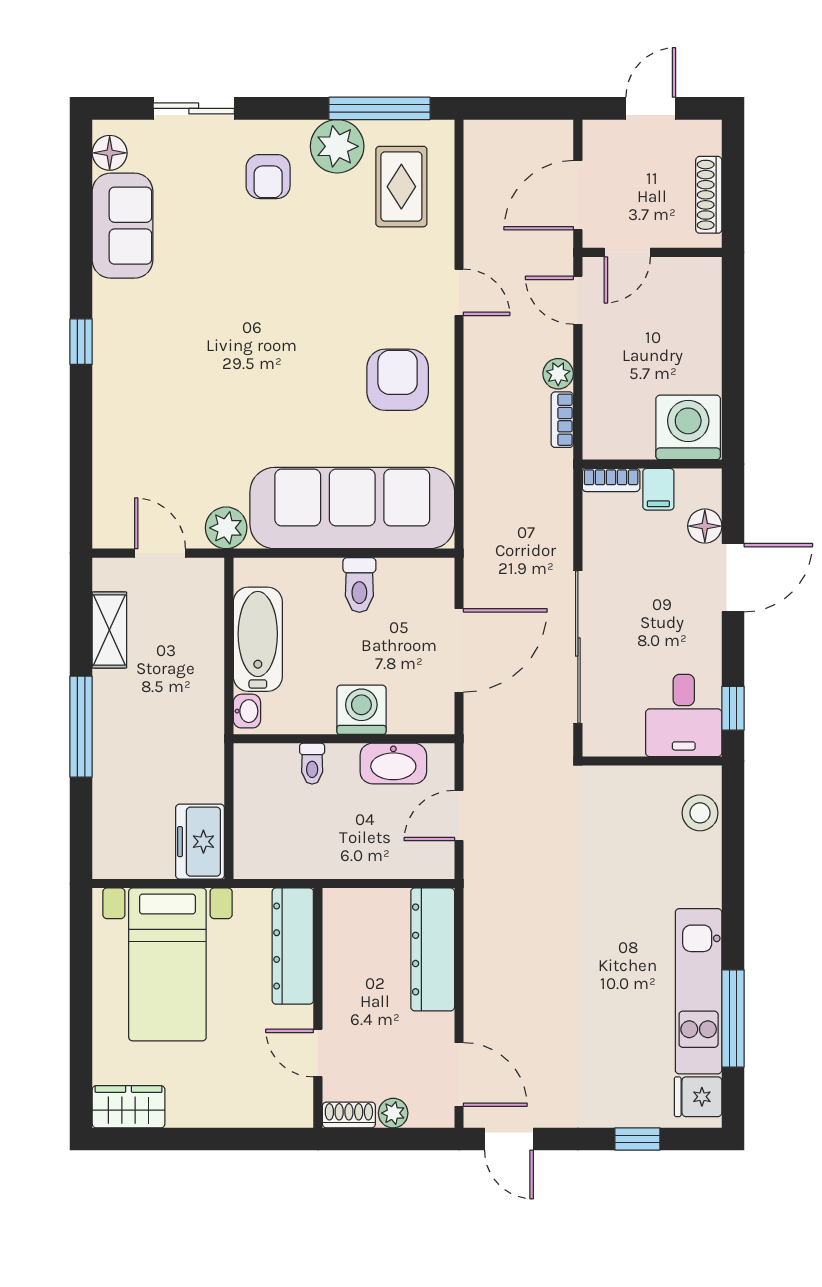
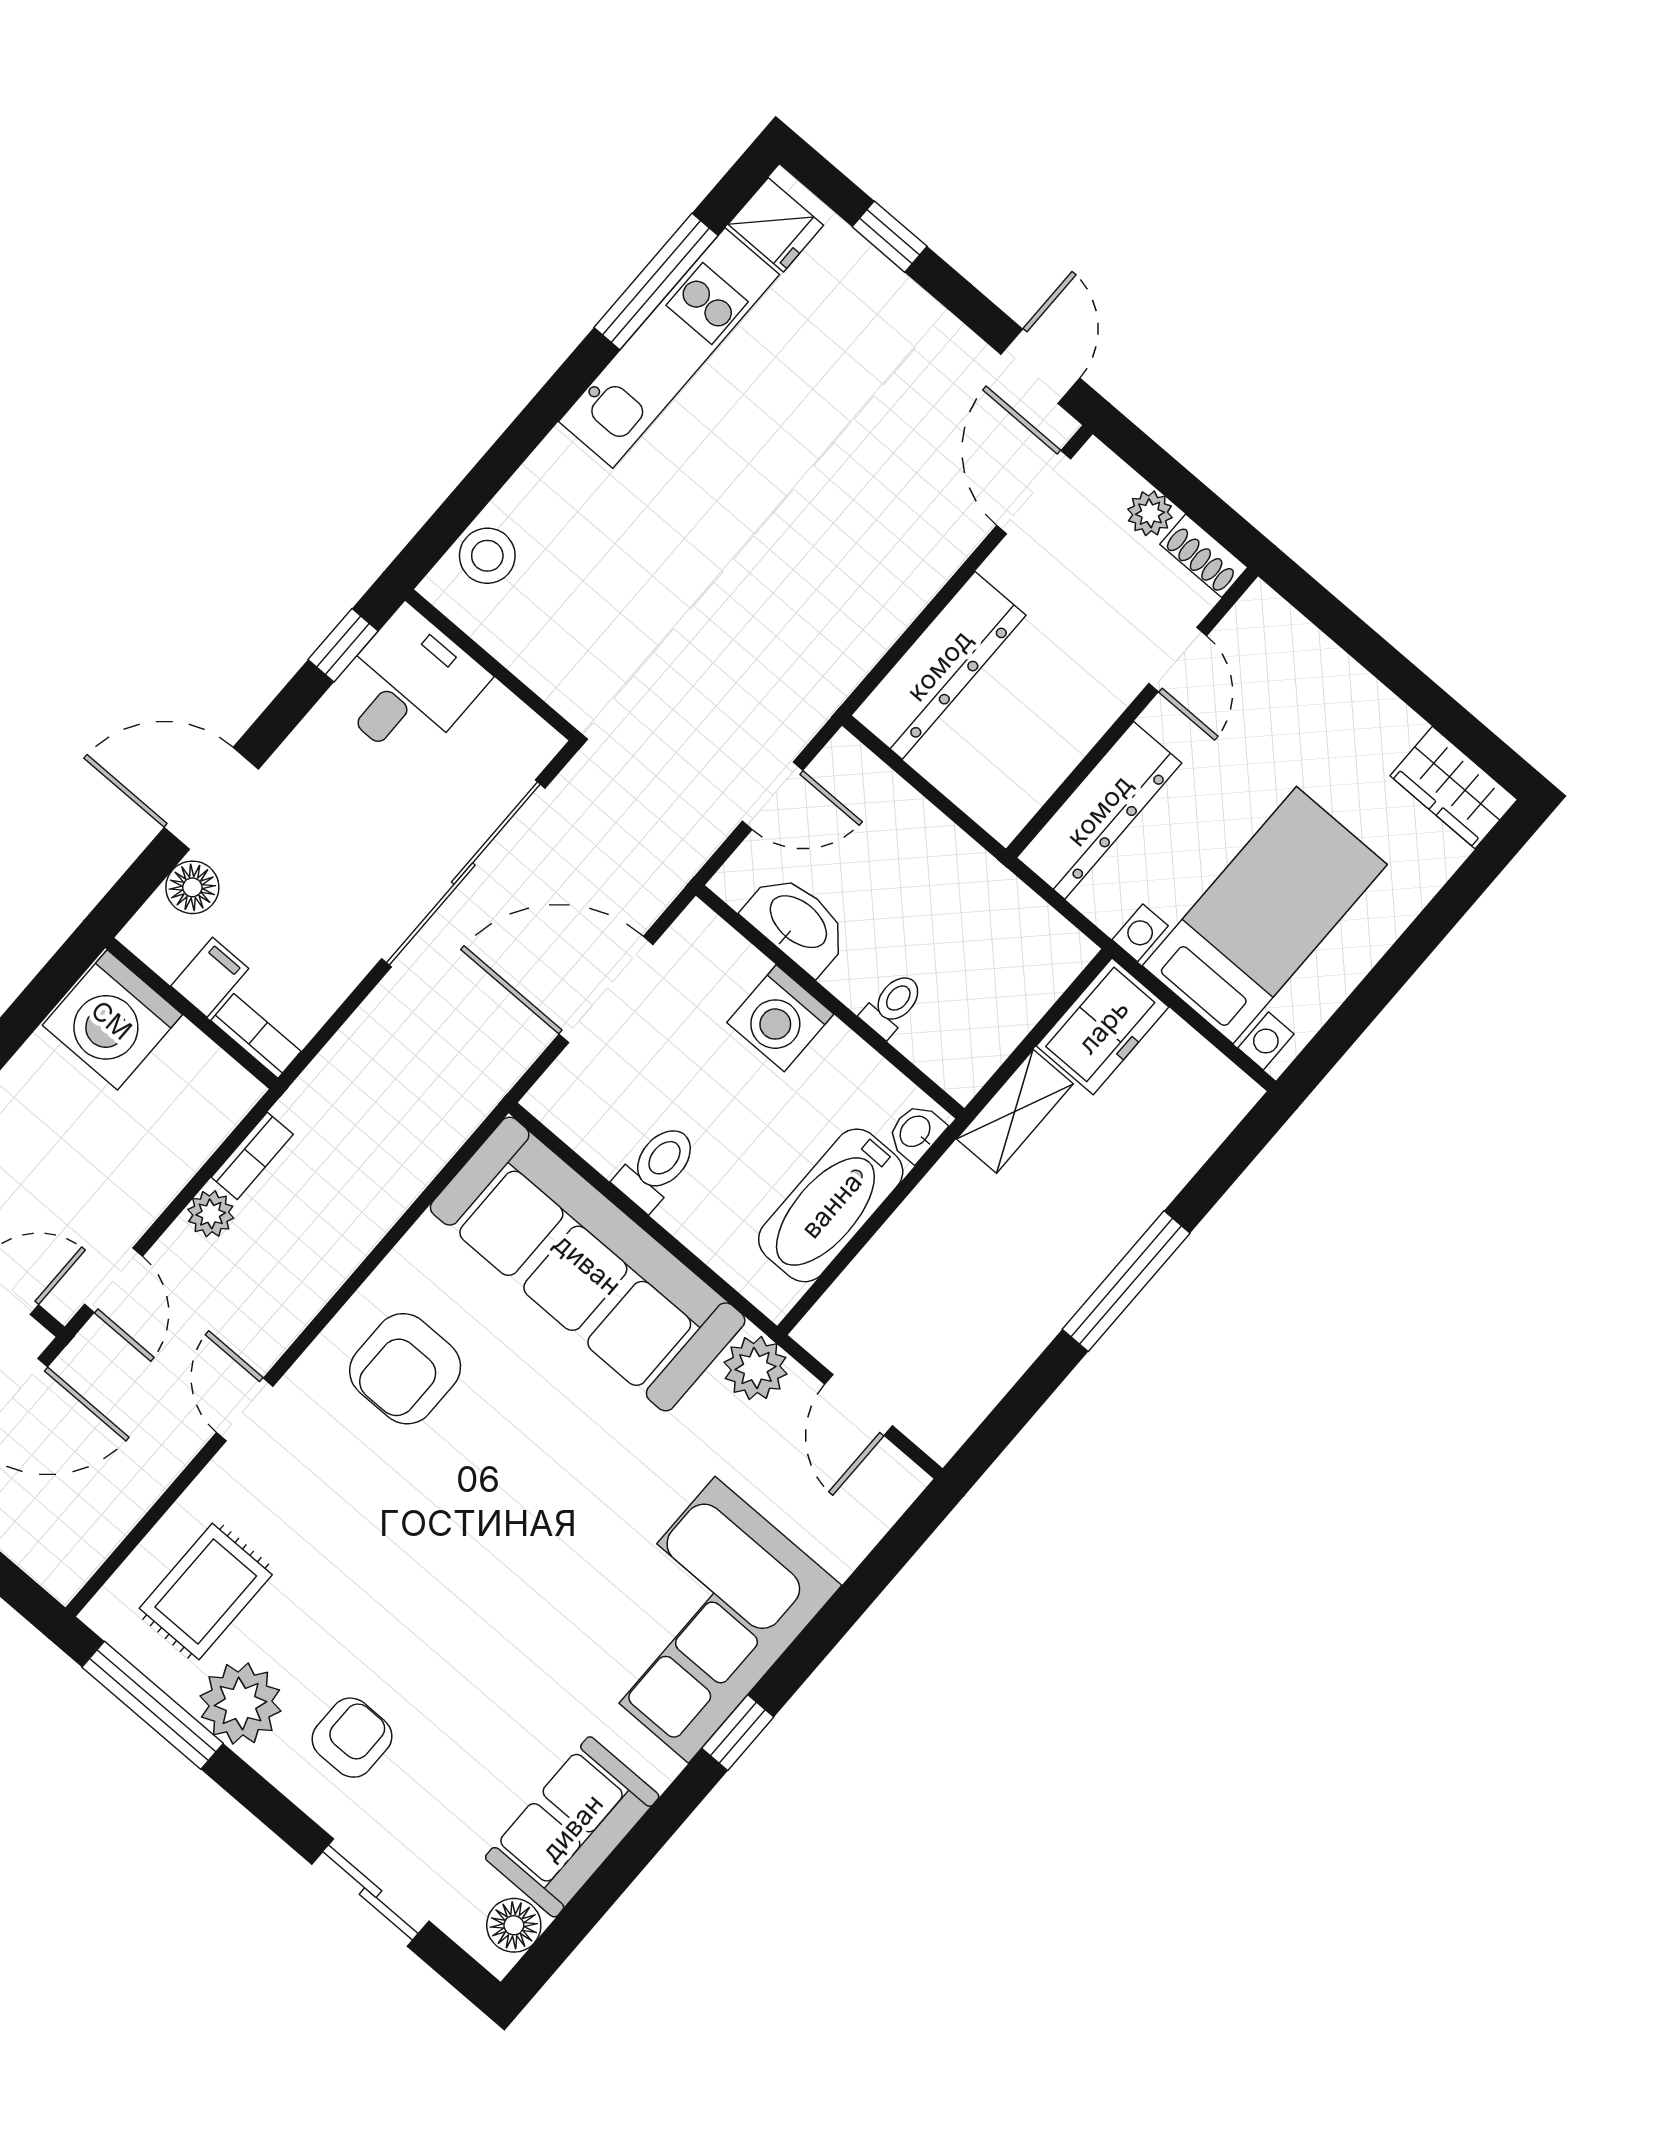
corner sofa: (146, 382) -> (702, 1620), added
shelving: (109, 630) -> (1015, 1111), moved

